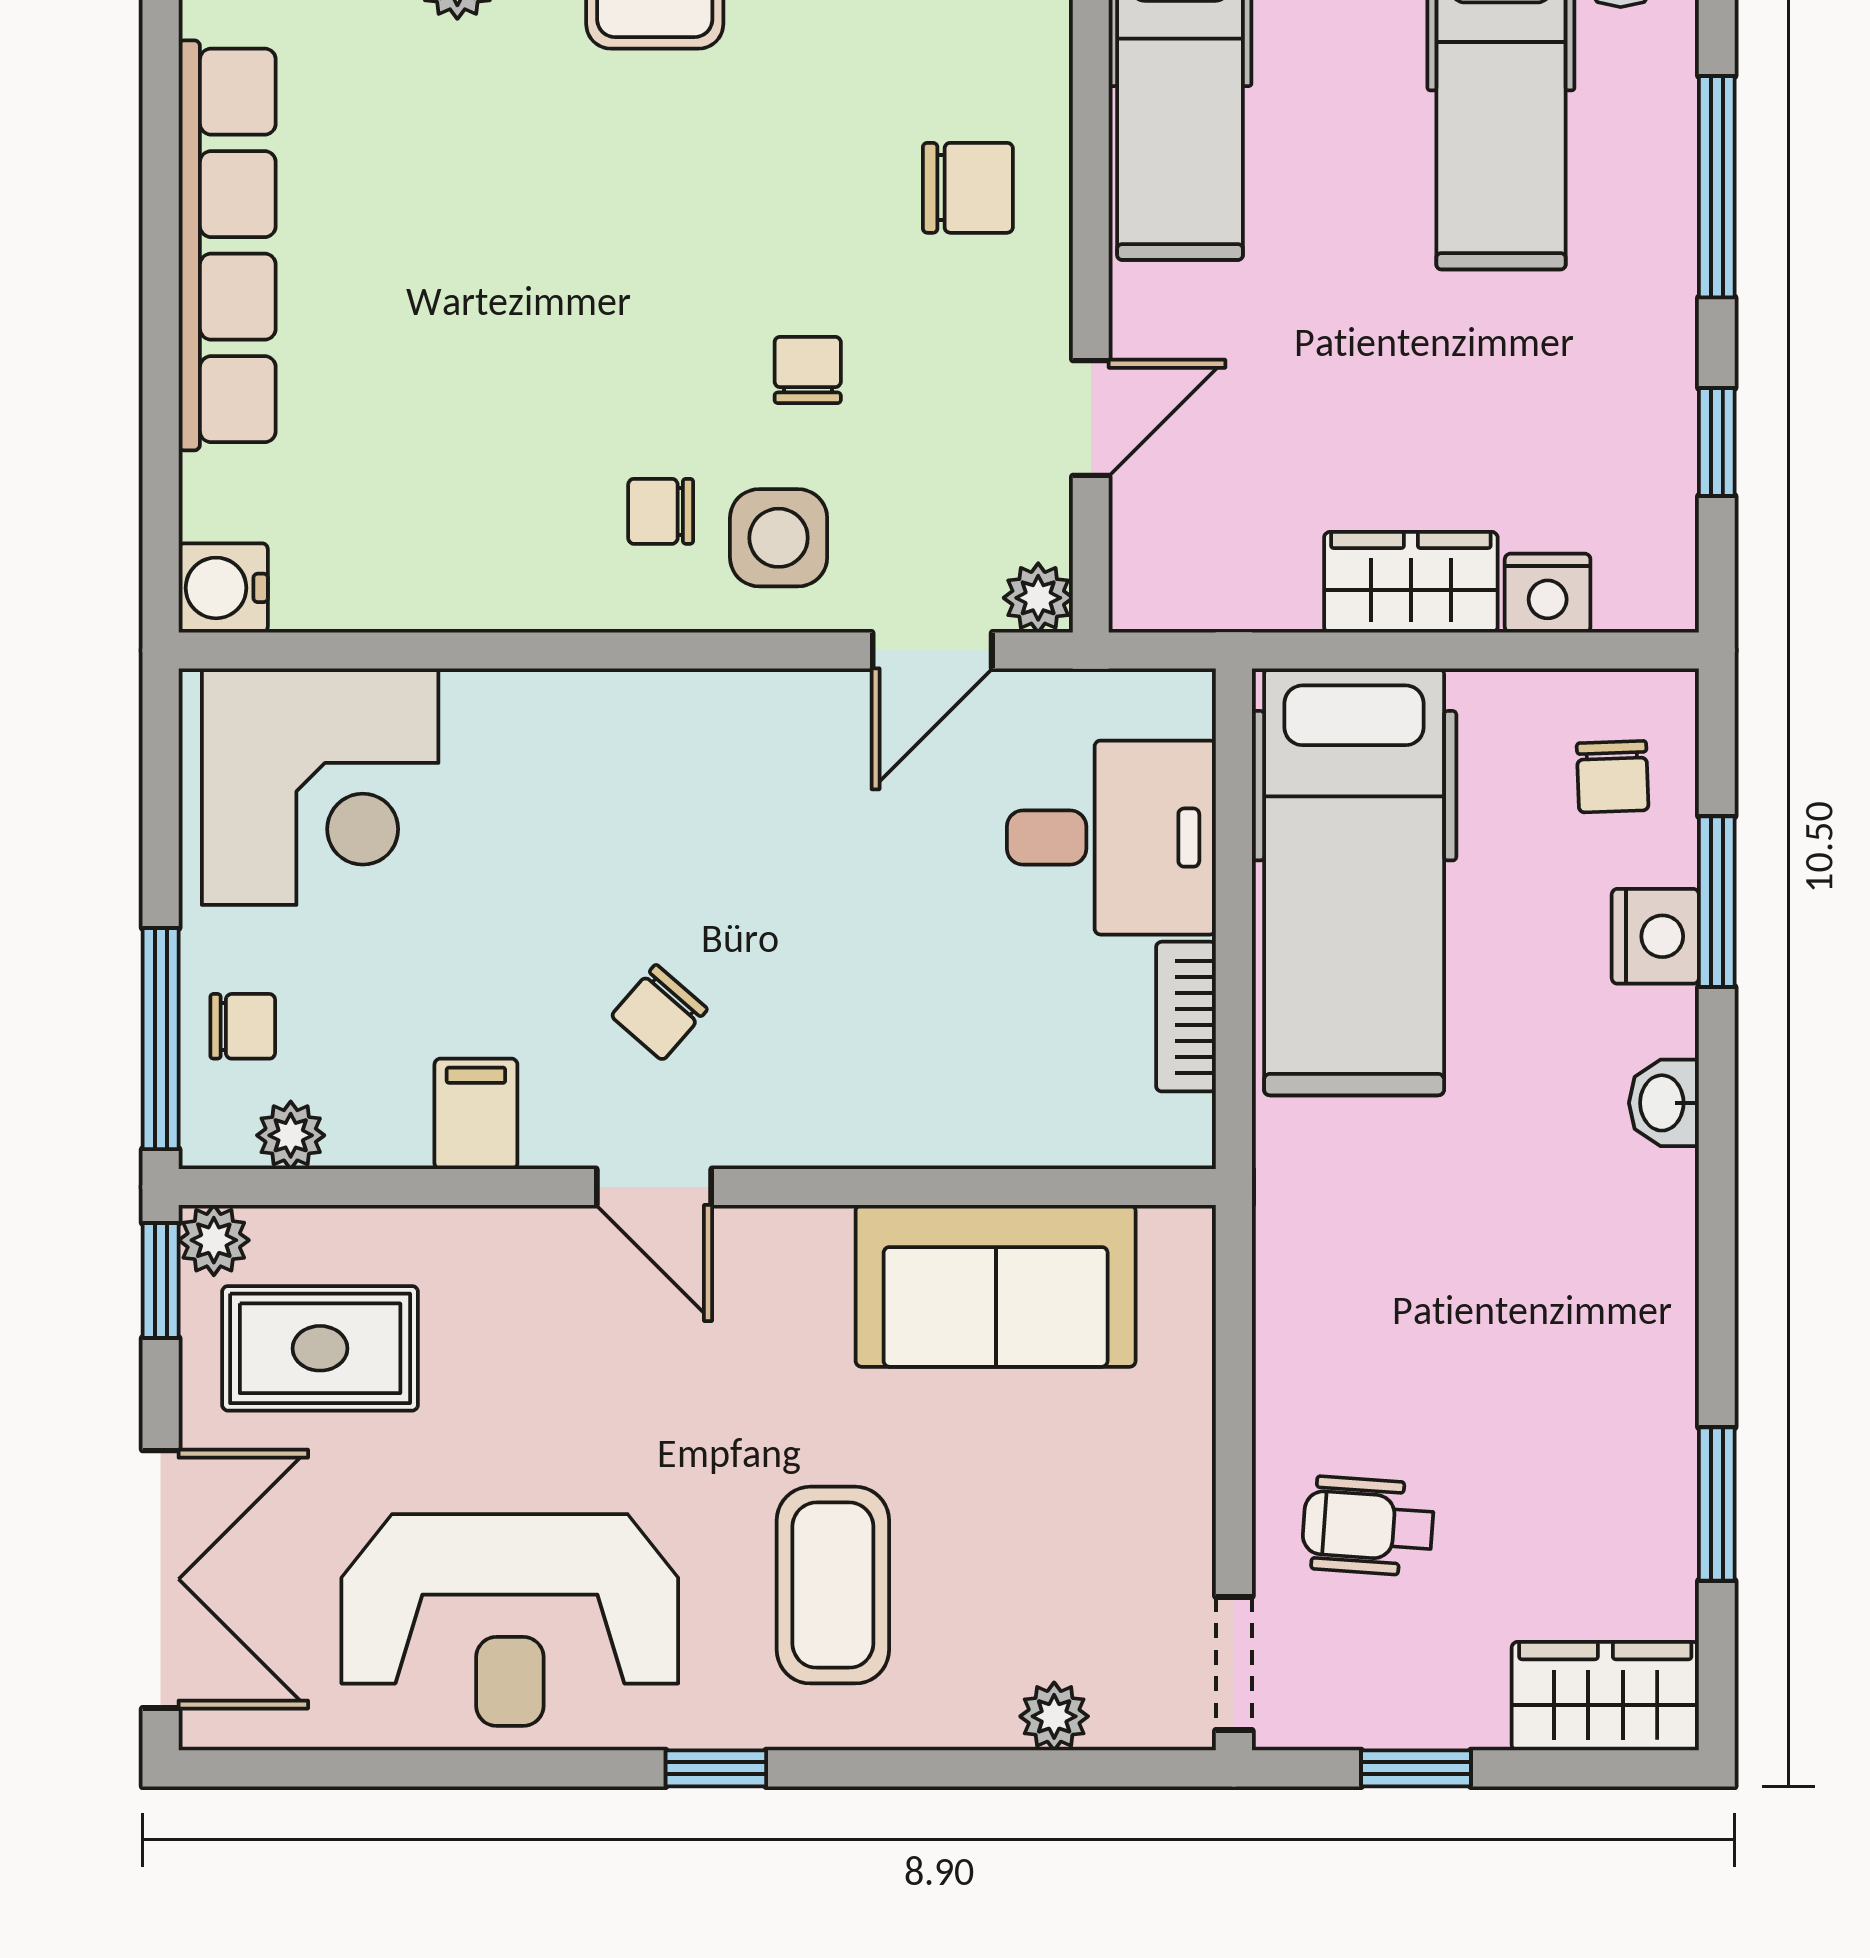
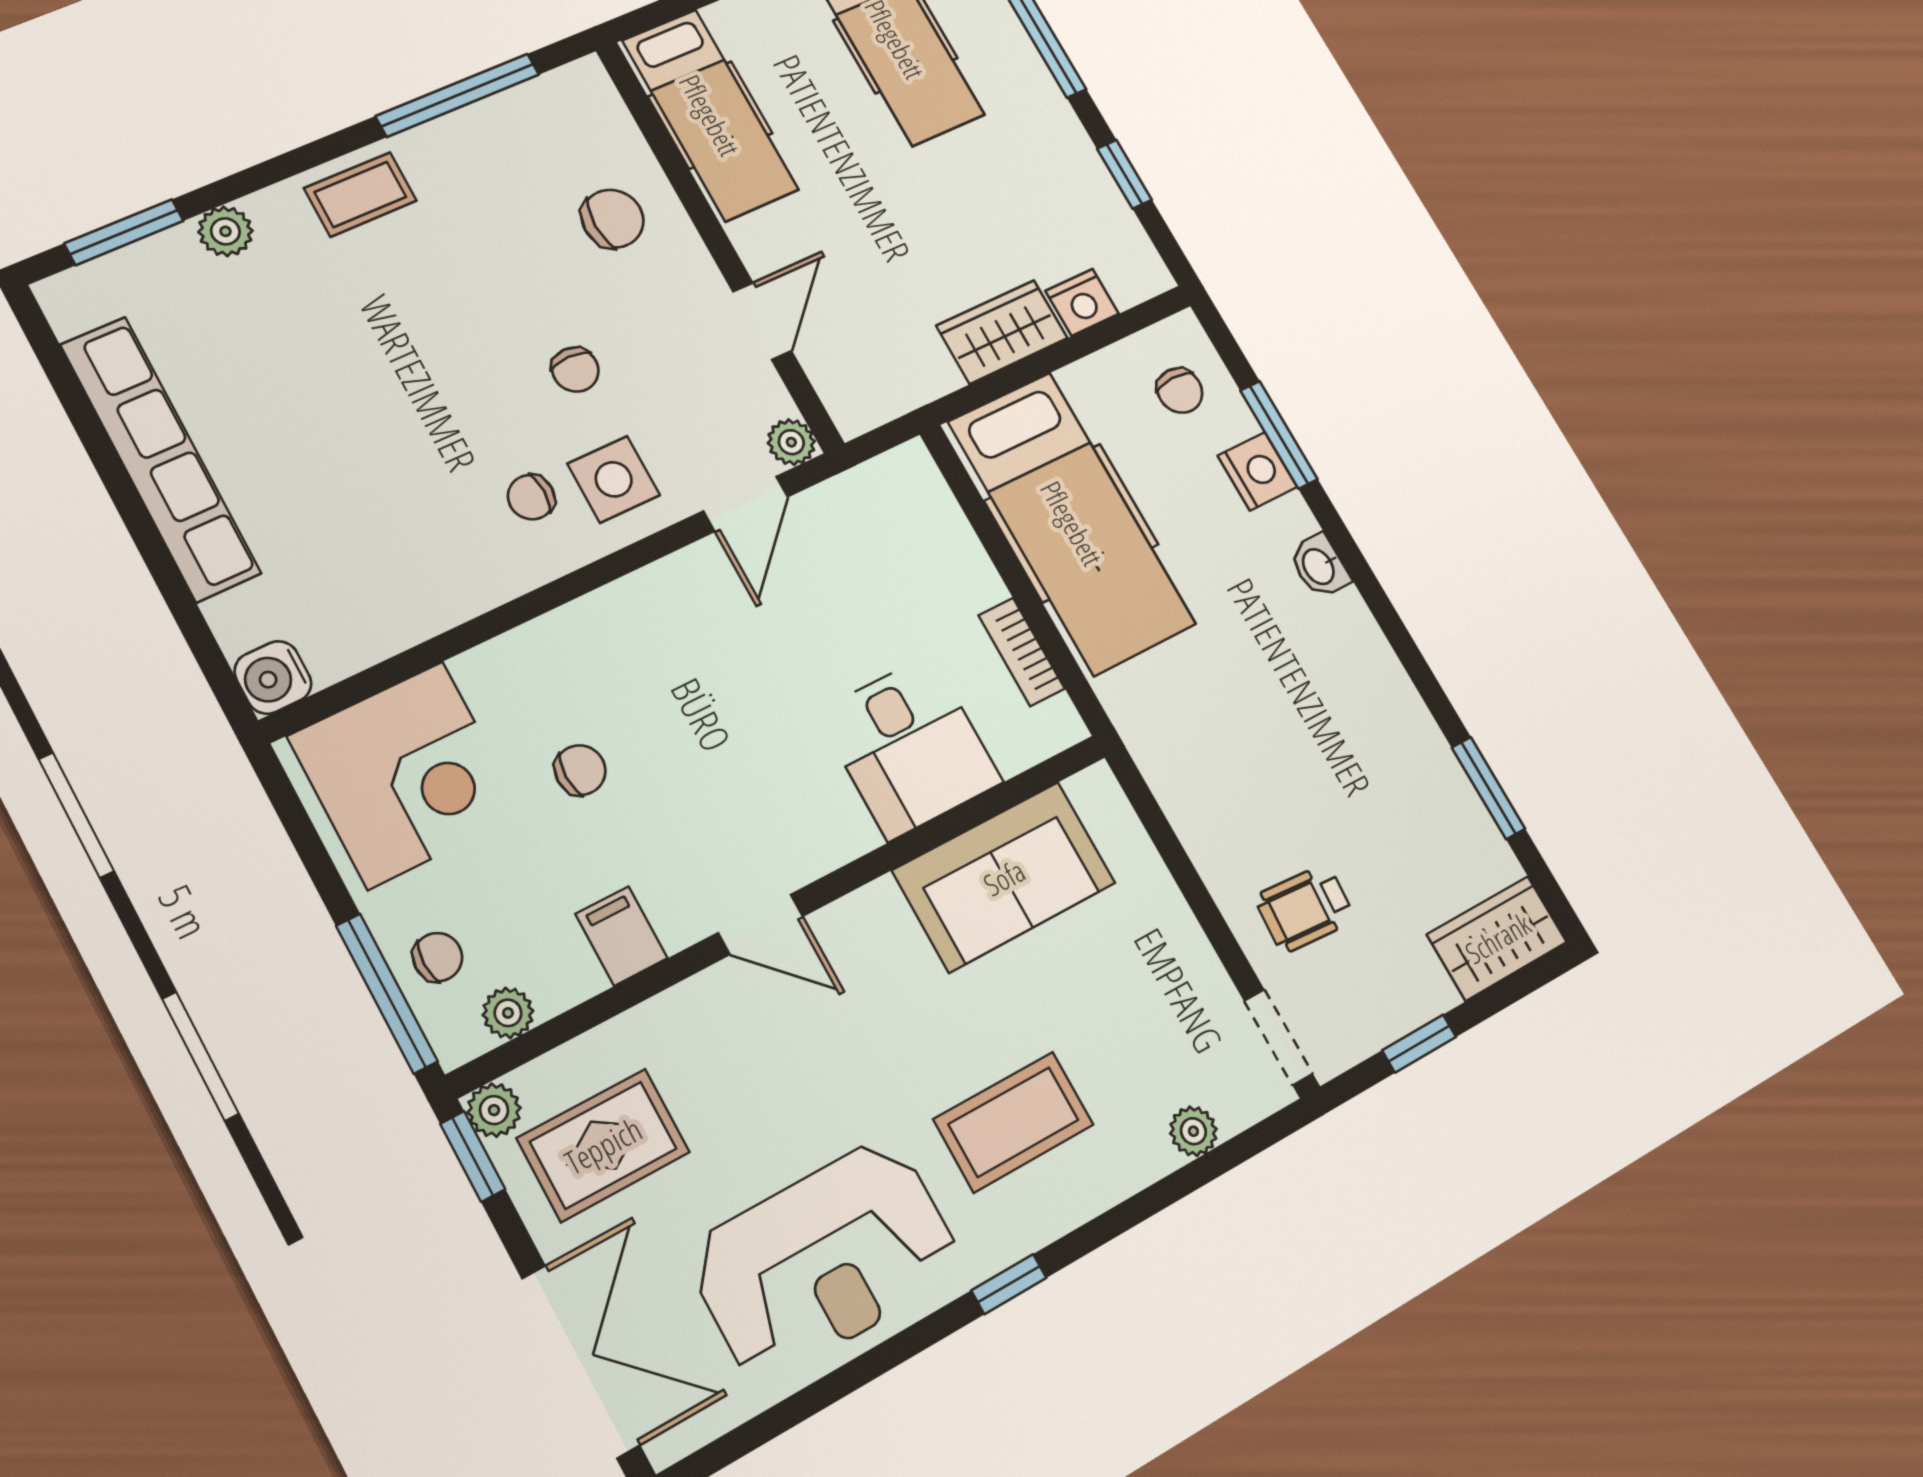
chair: (808, 370) -> (575, 370), turned 180
desk: (1111, 838) -> (910, 747), moved, turned 90
chair: (659, 1012) -> (580, 770), moved, turned -131
coffee table: (833, 1585) -> (1013, 1122), turned 90

